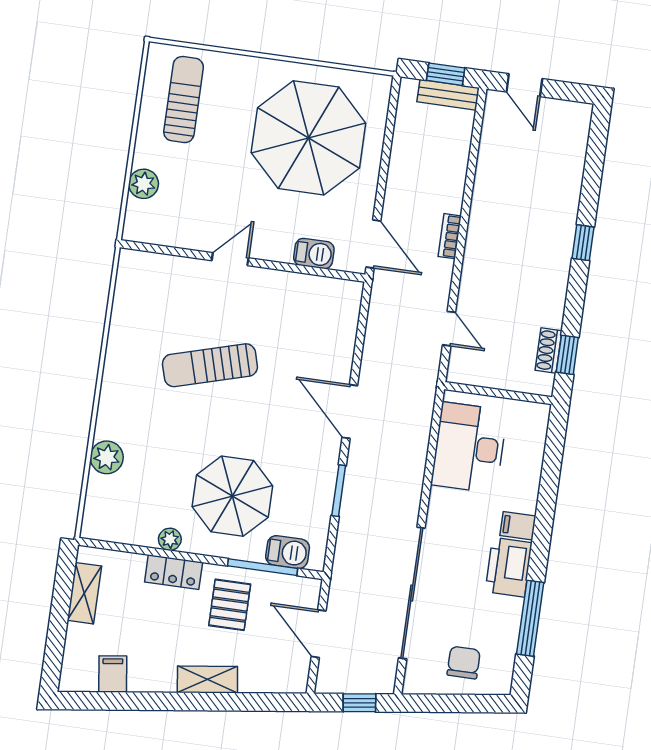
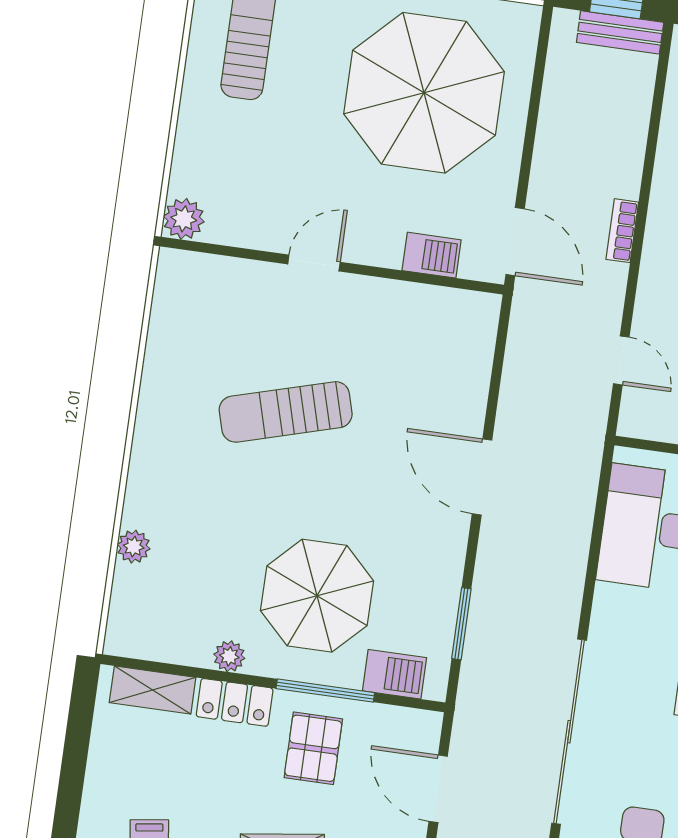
plant: (144, 184) -> (184, 219), moved
plant: (107, 457) -> (134, 547), width x0.73, depth x0.73
window: (339, 491) -> (461, 624), moved
window: (263, 567) -> (325, 691), moved
shelving: (84, 593) -> (153, 690), moved, turned 90

